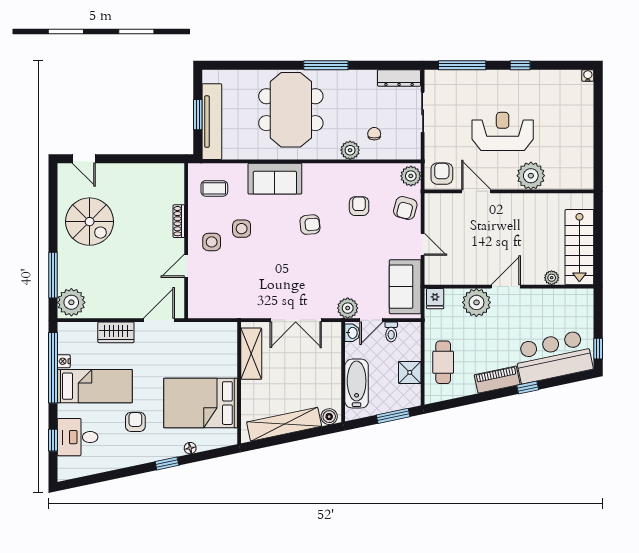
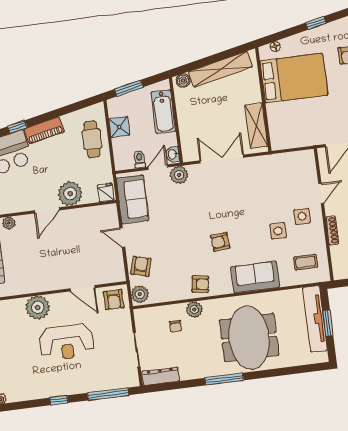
armchair: (359, 206) -> (200, 284), moved, turned -82
floor lamp: (190, 448) -> (275, 46), moved

